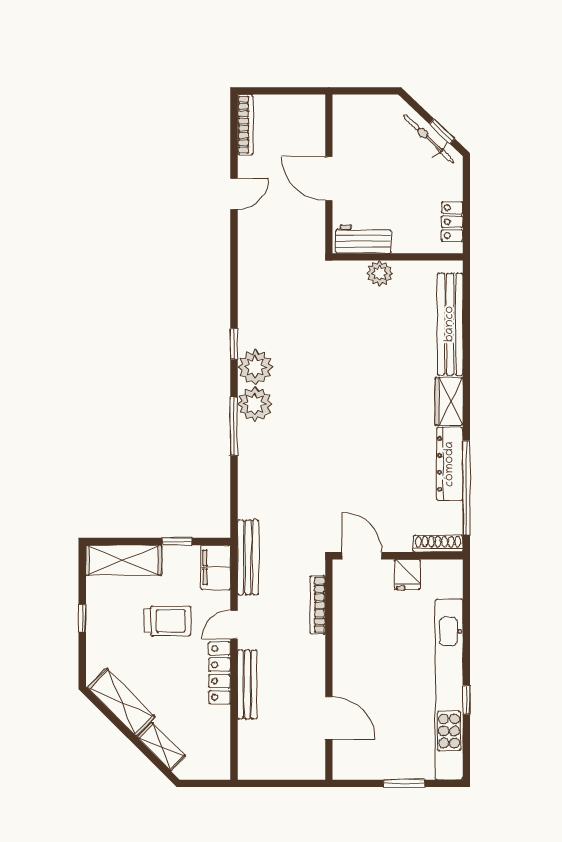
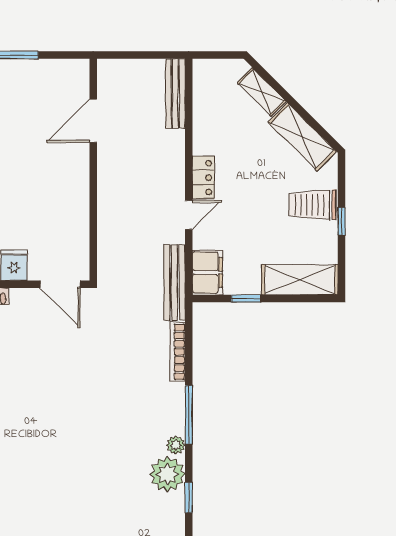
plant: (255, 404) -> (176, 445), width x0.53, depth x0.53
bookcase: (318, 605) -> (178, 352), moved, turned 180
trolley: (167, 621) -> (313, 205), moved
locker: (220, 673) -> (203, 178), width x0.66
bench: (247, 684) -> (175, 93), moved
door: (329, 718) -> (93, 121), hinge flipped

